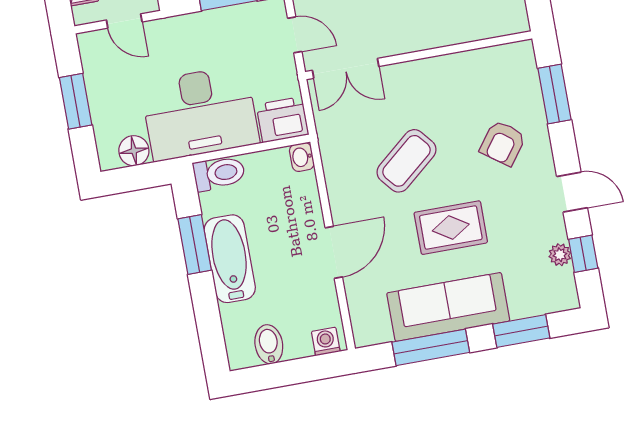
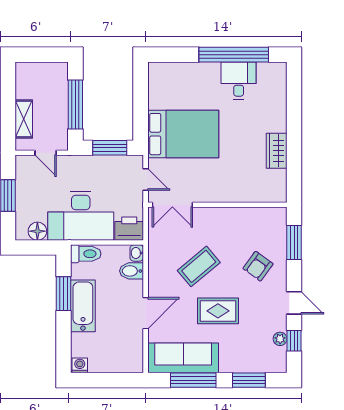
sofa: (448, 307) -> (183, 358), moved
washing machine: (326, 341) -> (80, 365), moved
bidet: (269, 344) -> (131, 271), moved, turned -90

